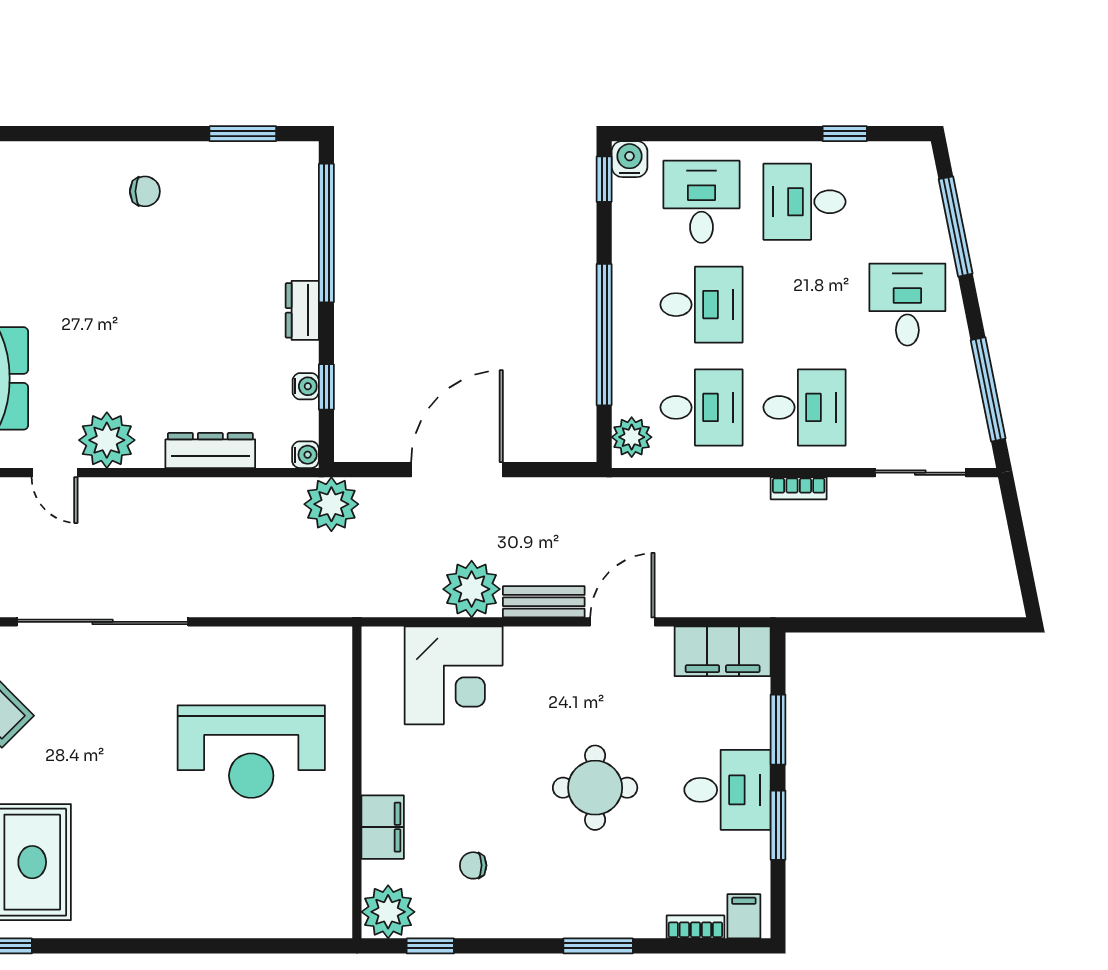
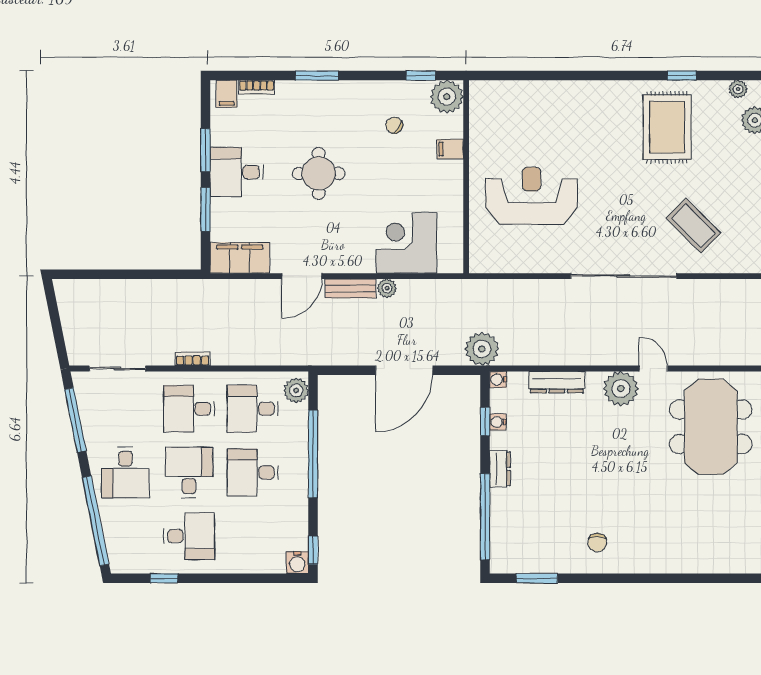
chair: (145, 191) -> (597, 543), turned -90
desk: (702, 202) -> (189, 472), moved, turned 180
window: (956, 226) -> (96, 521), width x1.46
plant: (472, 589) -> (387, 288), width x0.53, depth x0.53
filing cabinet: (383, 827) -> (450, 149), width x0.50
chair: (473, 865) -> (394, 125), turned -143

